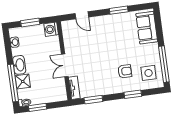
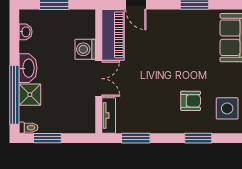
washing machine: (51, 29) -> (85, 49), moved
piano: (70, 37) -> (113, 35), added
double door: (65, 65) -> (99, 79), swing flipped

